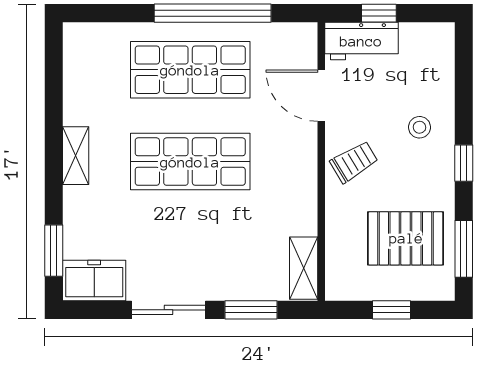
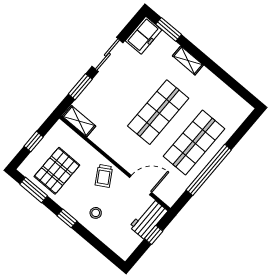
shelving: (76, 156) -> (188, 60), moved

